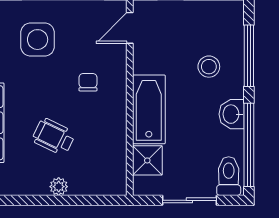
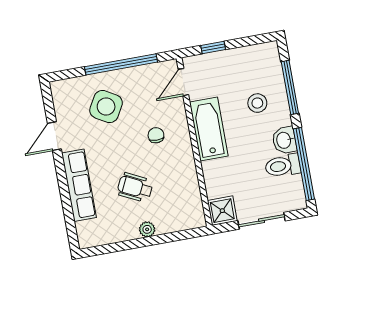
side table: (38, 40) -> (106, 107), turned 30
bathtub: (149, 109) -> (209, 129), moved
shower: (147, 160) -> (222, 211), moved
toilet: (229, 176) -> (283, 166), moved, turned -90

